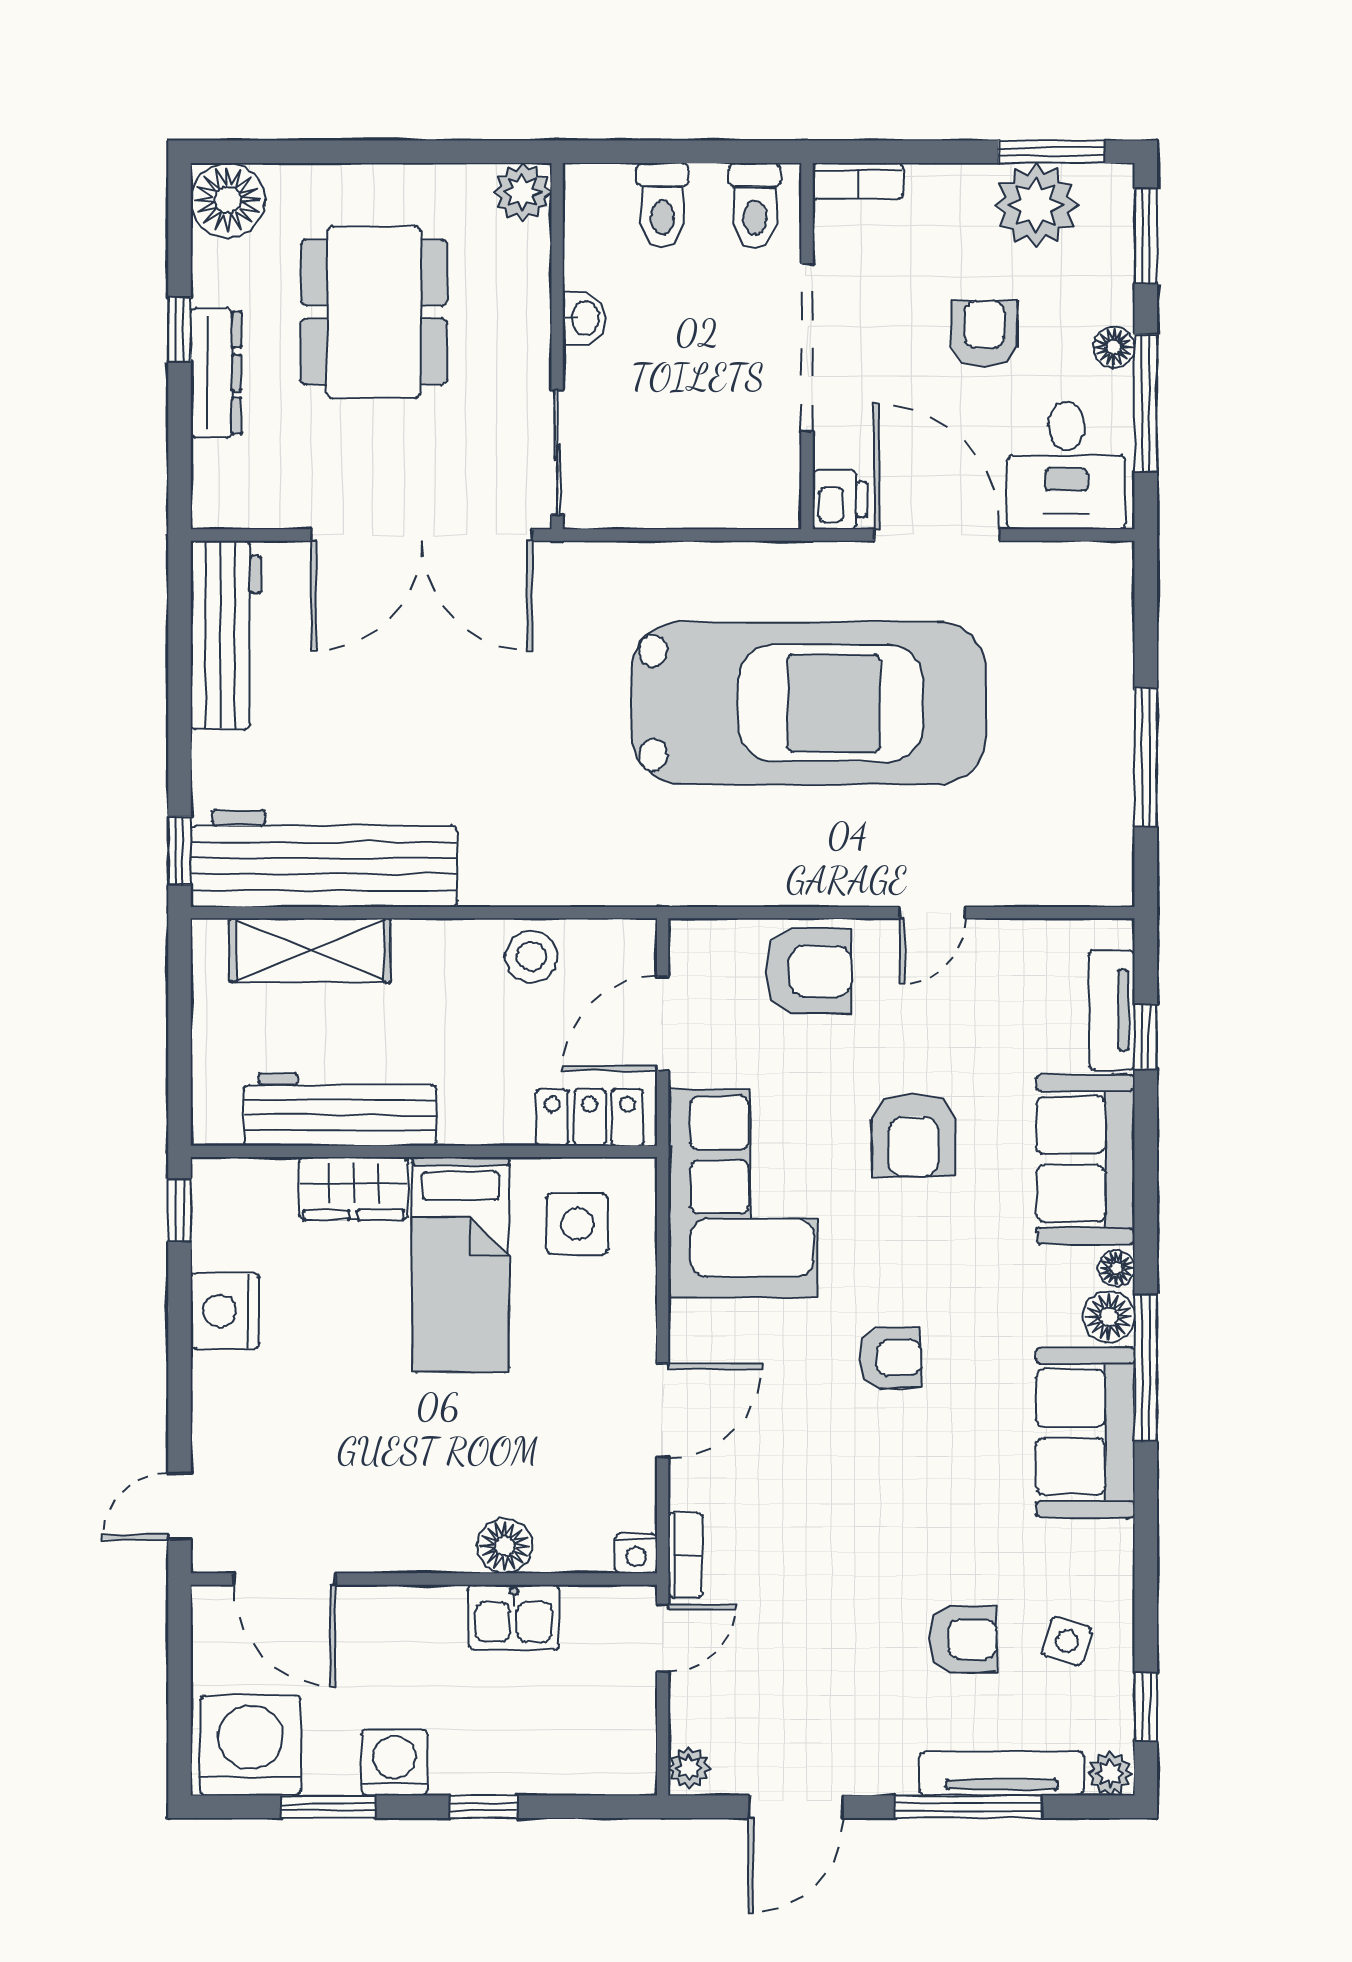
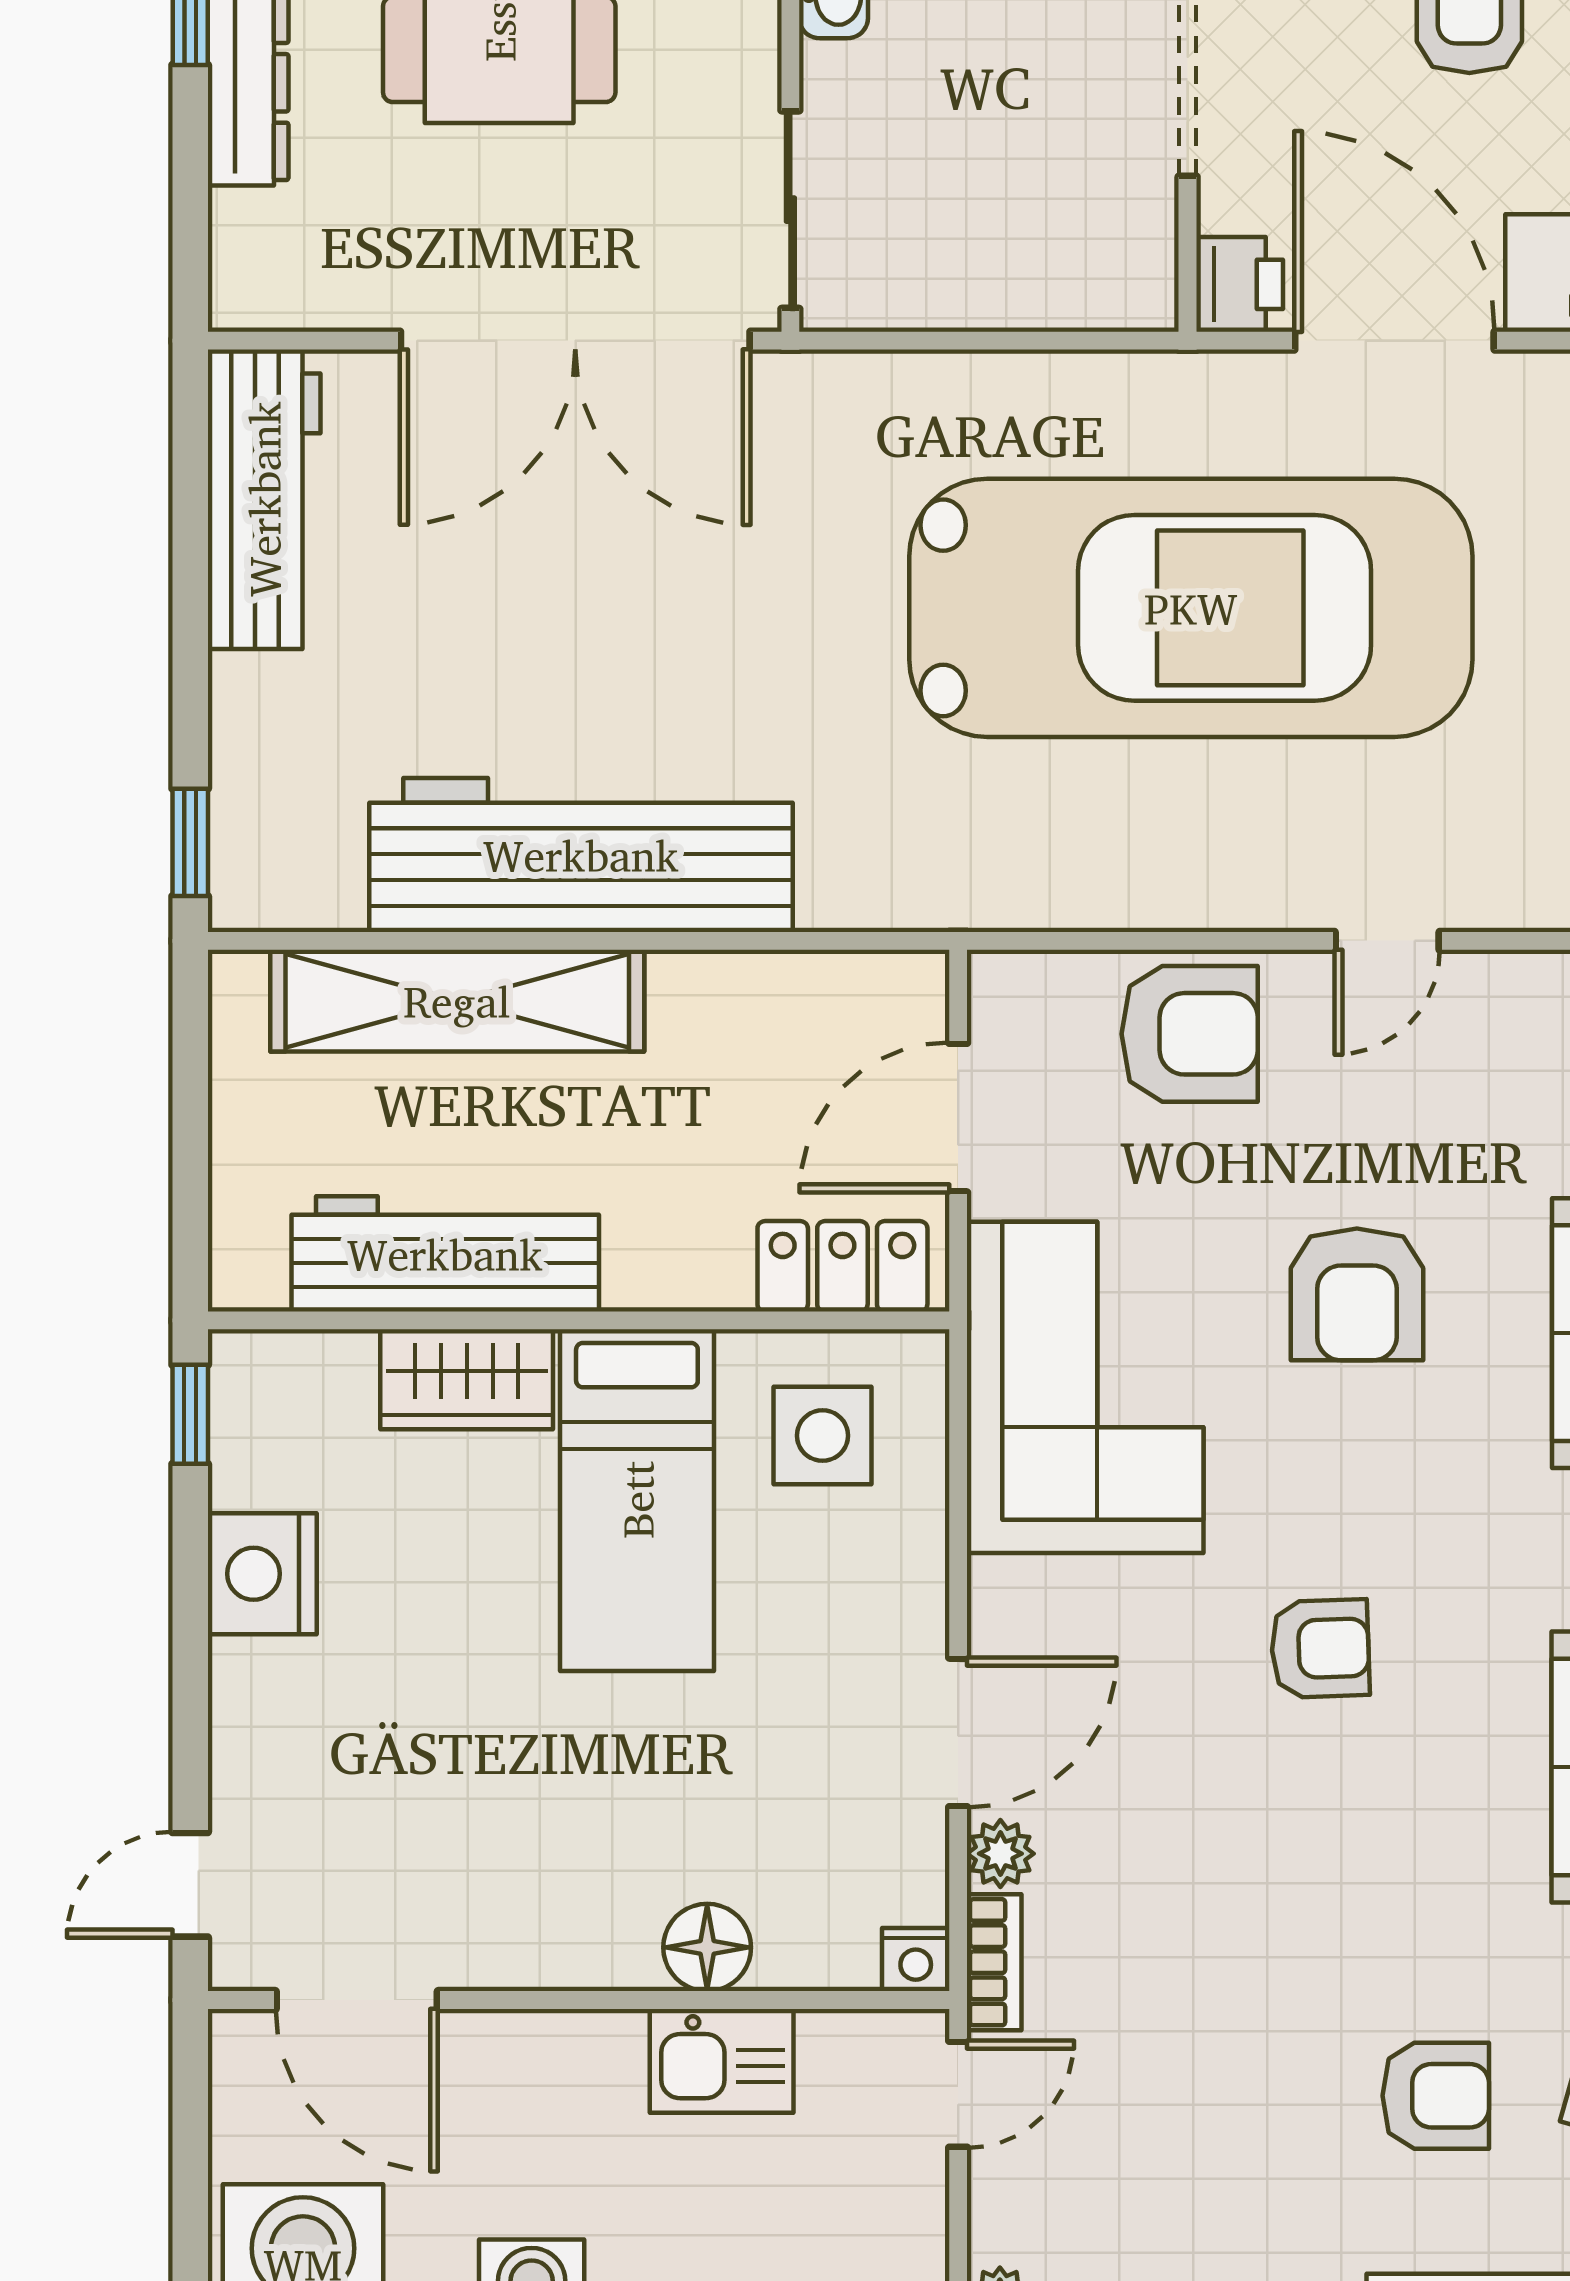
workbench: (324, 859) -> (581, 855), moved
shelving: (310, 950) -> (457, 1001), width x1.47
stool: (531, 957) -> (750, 1011), removed
plant: (689, 1487) -> (1000, 1854), added

